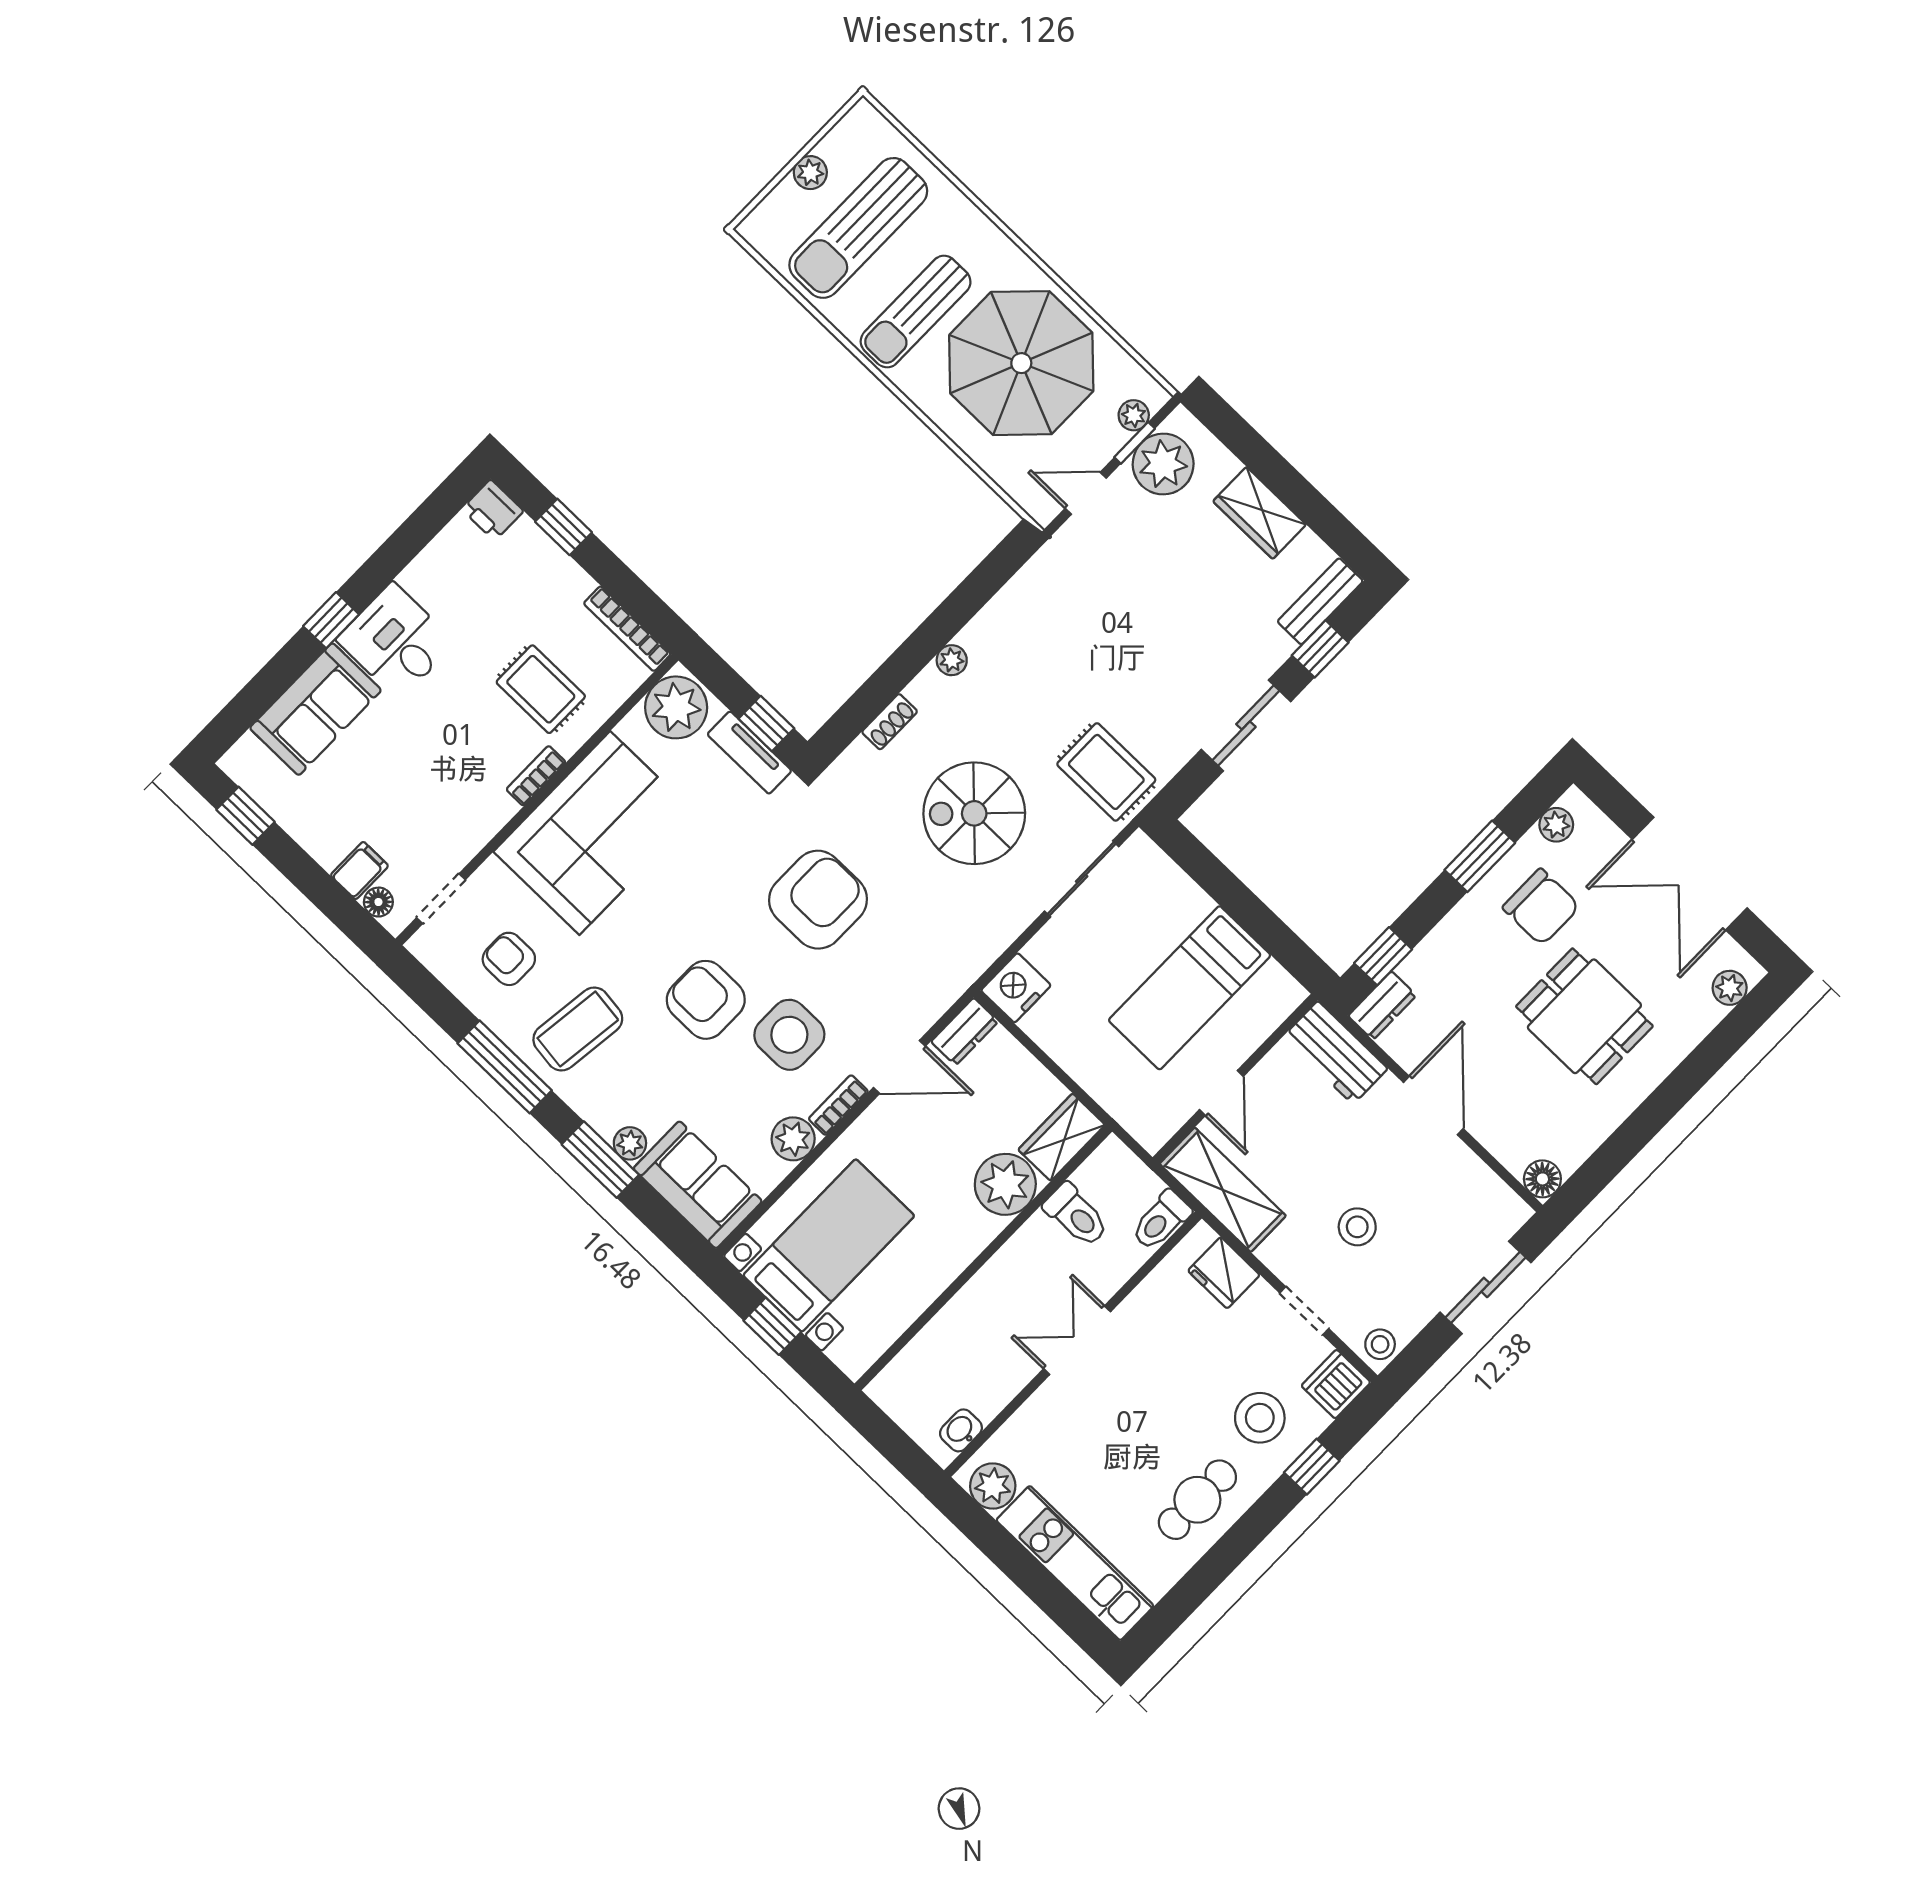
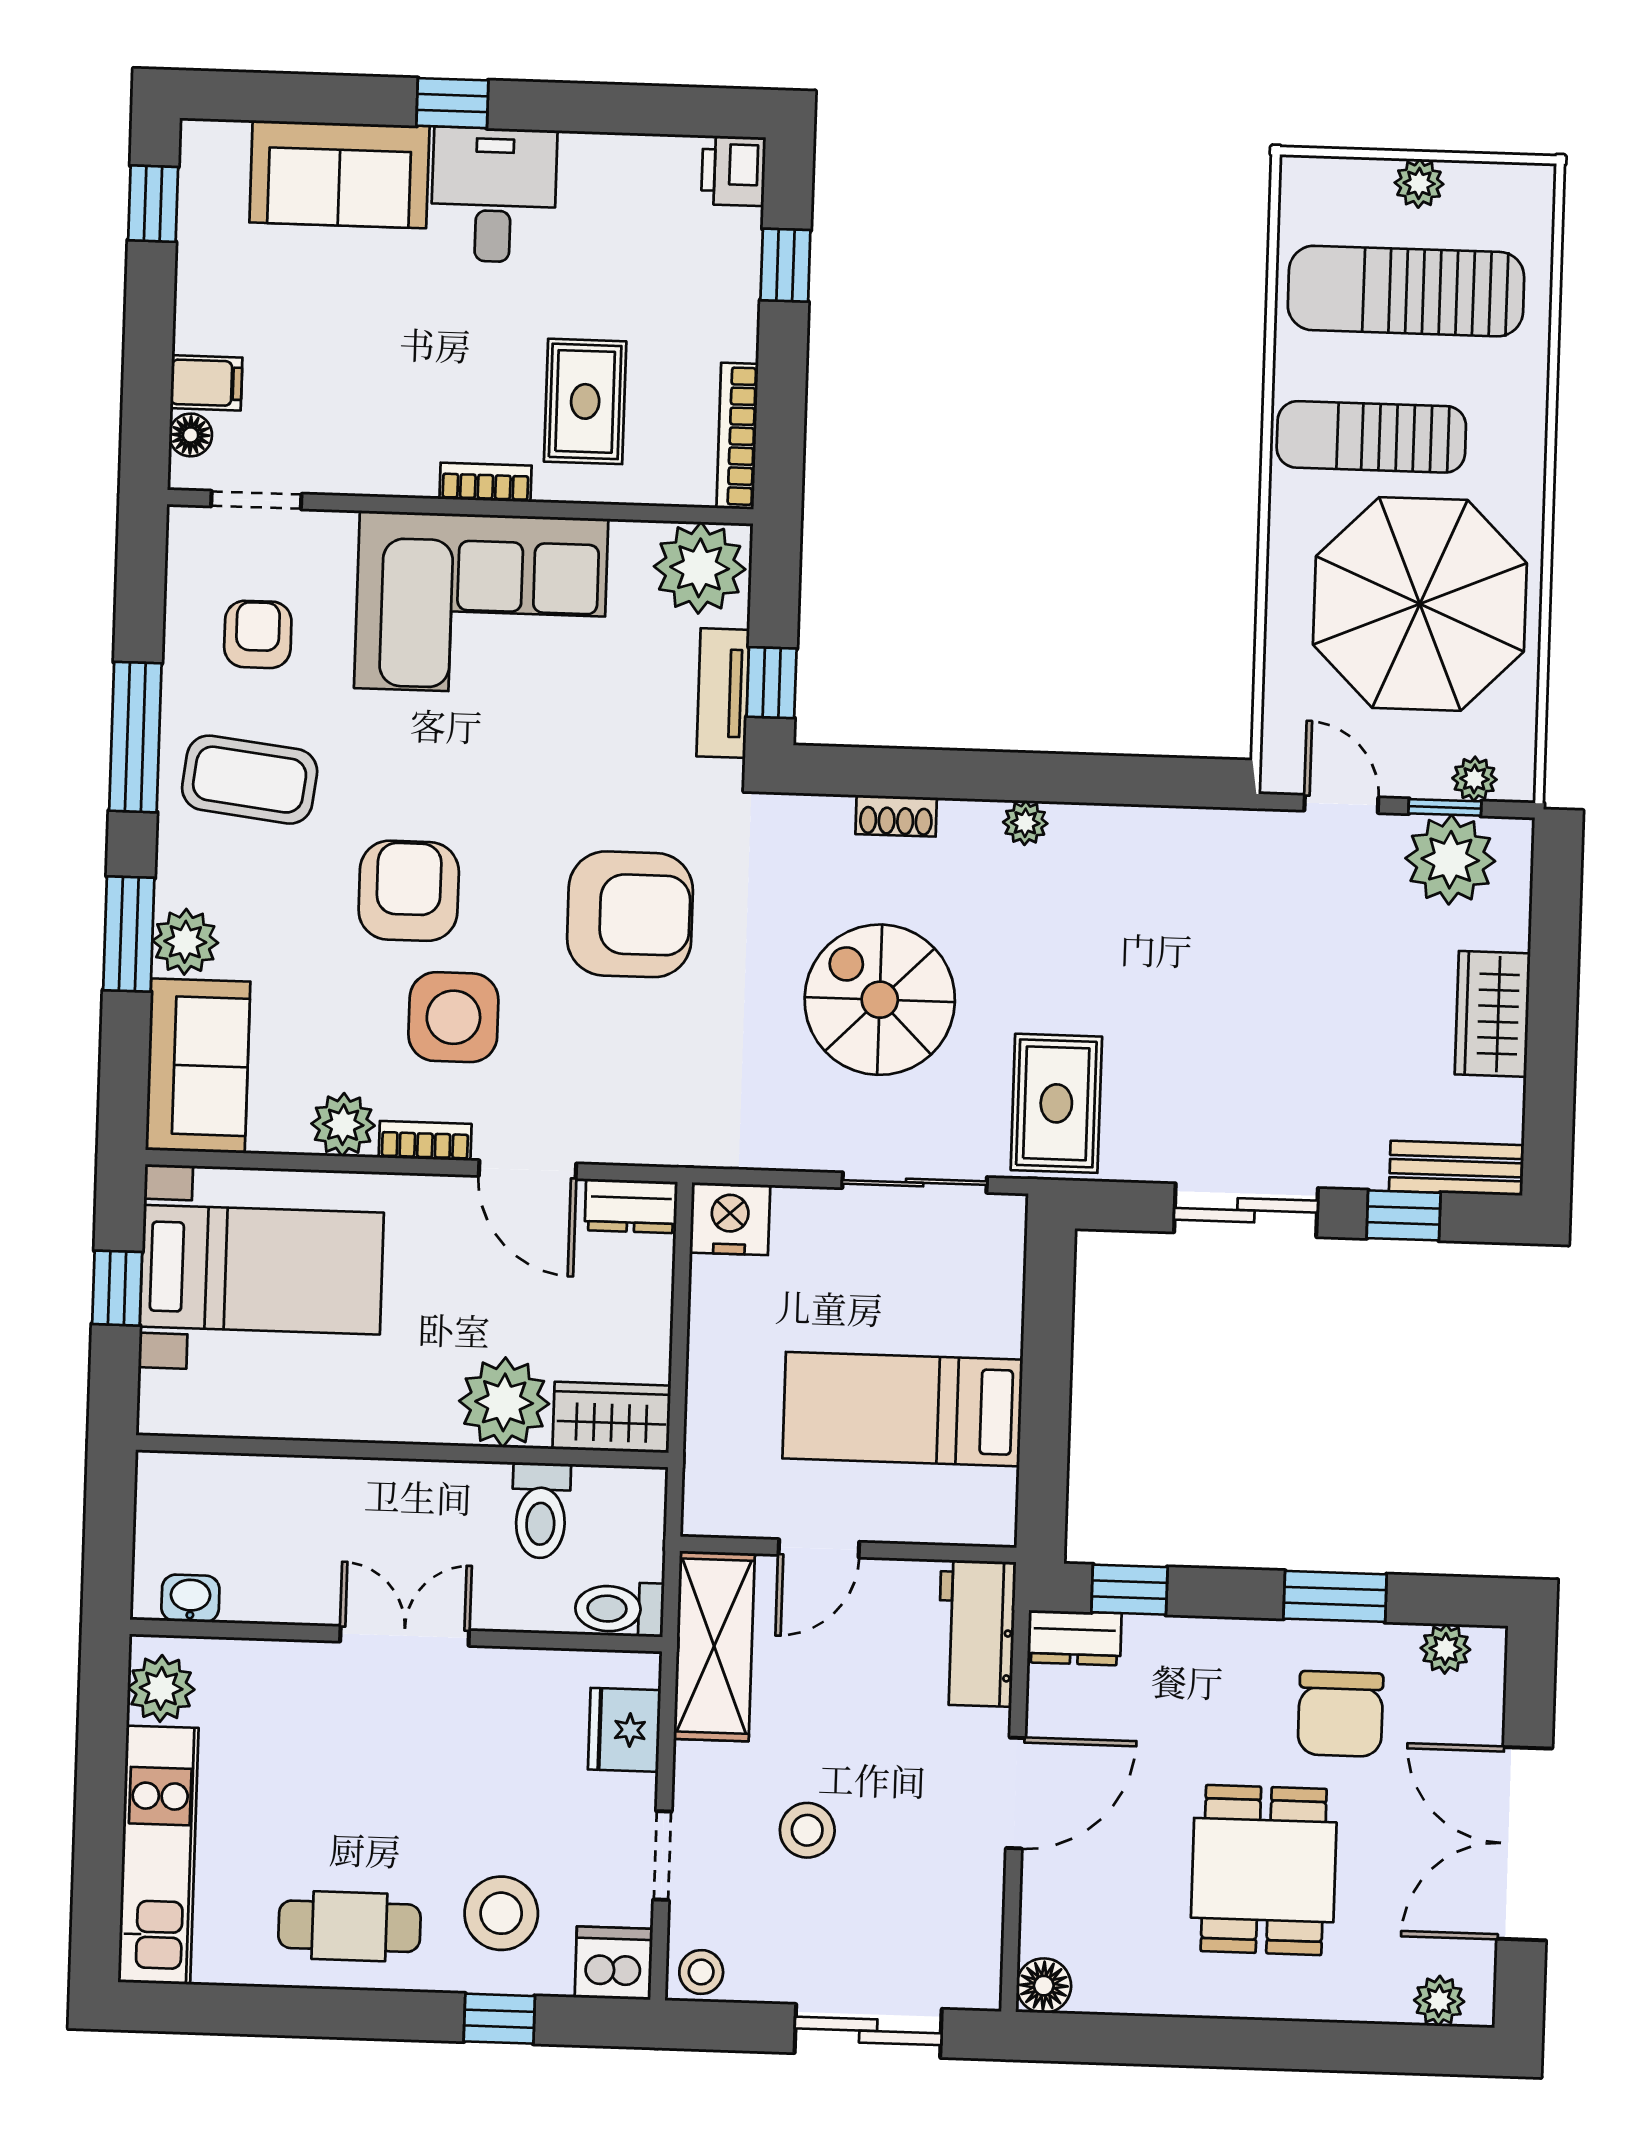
plant: (630, 1143) -> (185, 942), width x1.38, depth x1.38

